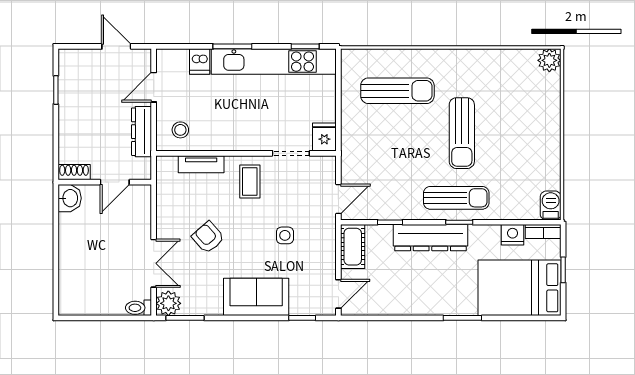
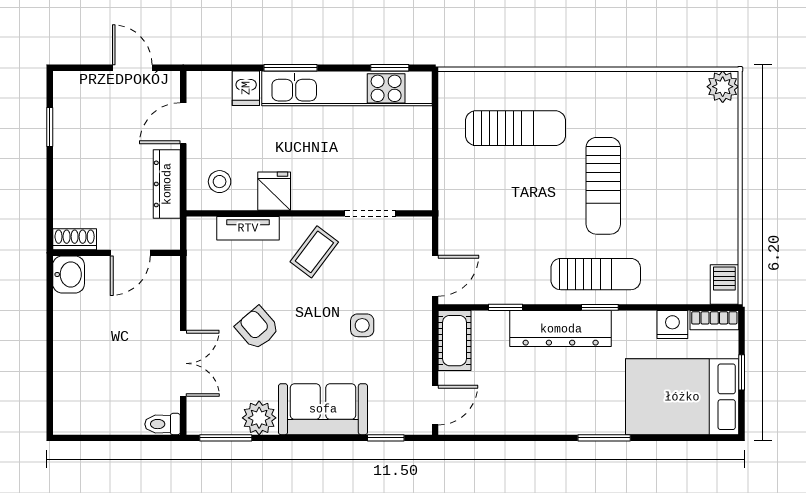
fridge: (324, 137) -> (274, 191), moved
coffee table: (250, 182) -> (314, 252), turned 37
plant: (168, 303) -> (259, 418), moved

